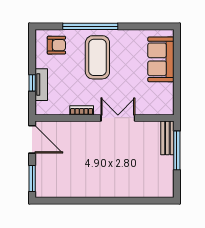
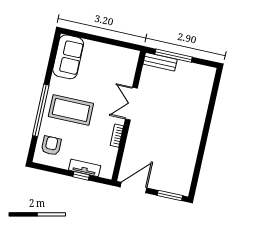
sofa: (161, 59) -> (68, 57), moved, turned -90

